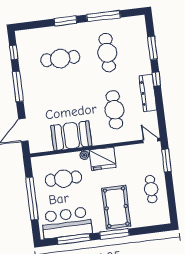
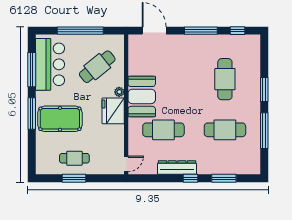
booth: (71, 136) -> (142, 96), moved
window: (166, 160) -> (74, 178), moved
cafe table: (63, 179) -> (97, 67), turned 51

